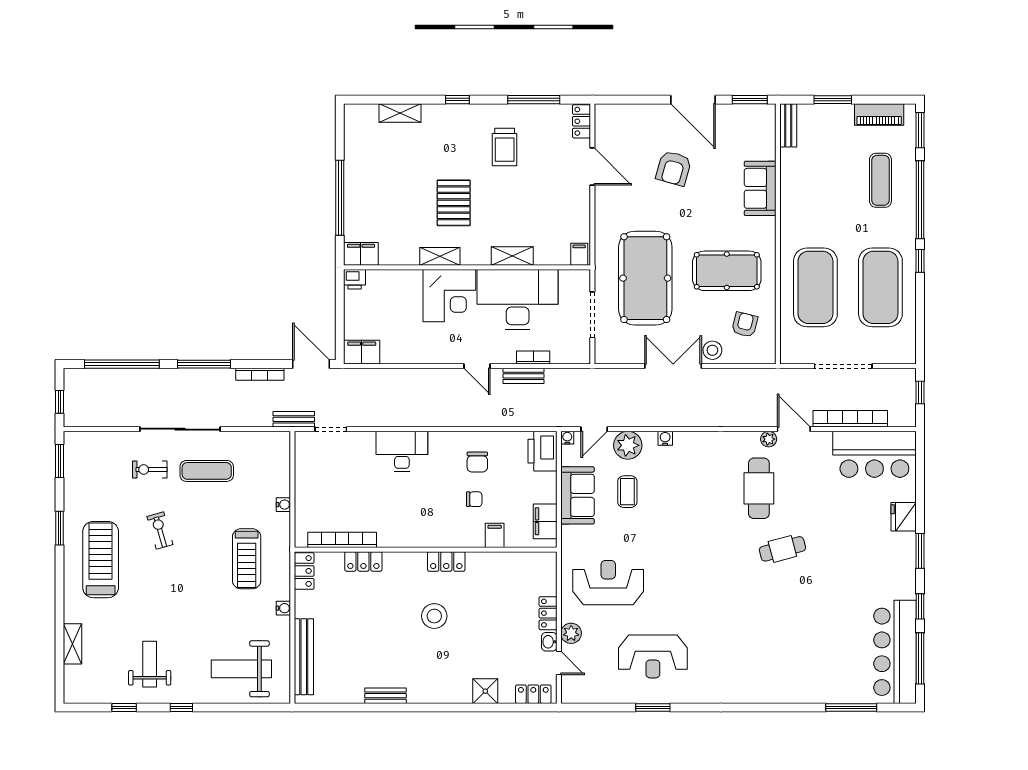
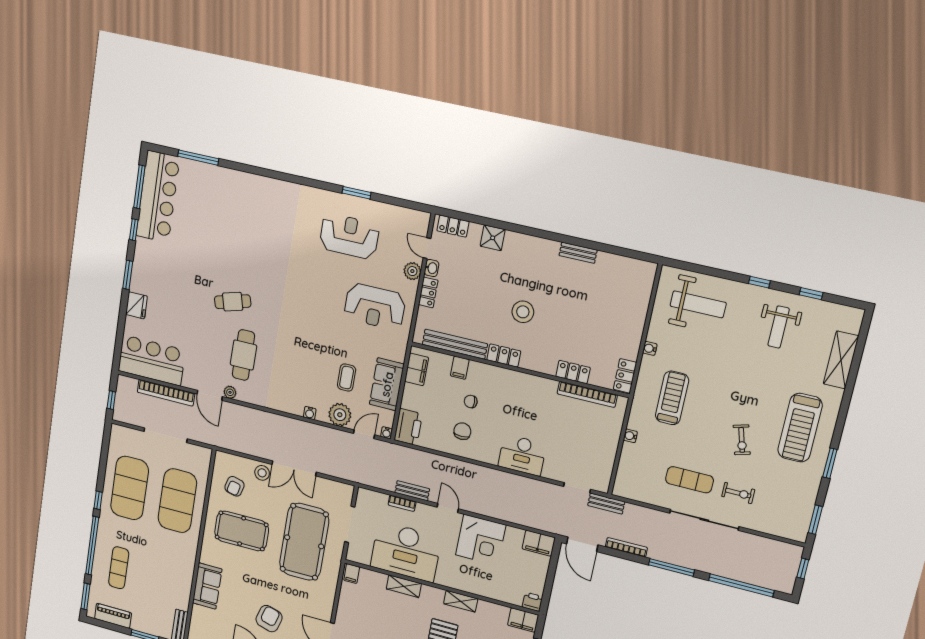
corner desk: (449, 296) -> (481, 540), moved, turned 180
shelving: (73, 644) -> (841, 360), width x1.50, depth x1.33
bench: (304, 657) -> (455, 344), moved, turned 90

